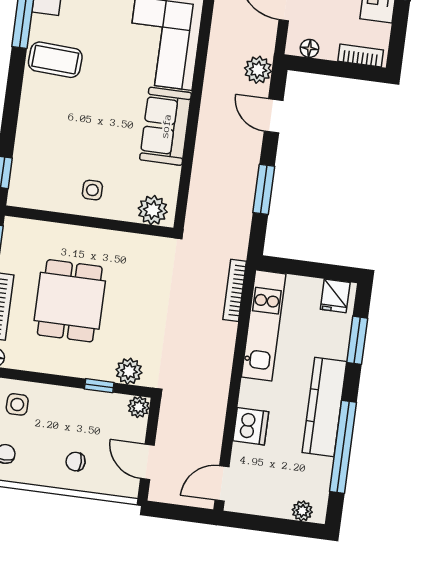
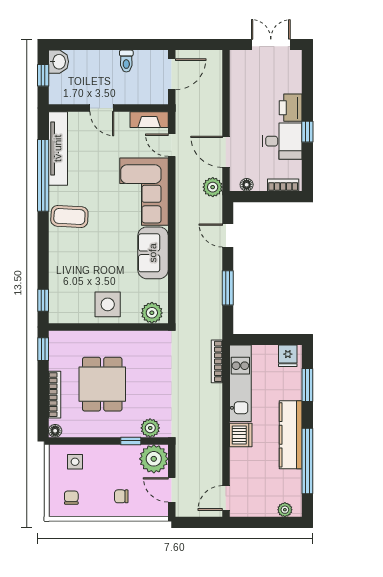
plant: (258, 70) -> (213, 187), moved
side table: (92, 190) -> (108, 304), width x1.87, depth x1.87
plant: (139, 407) -> (154, 459), width x1.88, depth x1.88
dishwasher: (251, 426) -> (241, 435), moved

